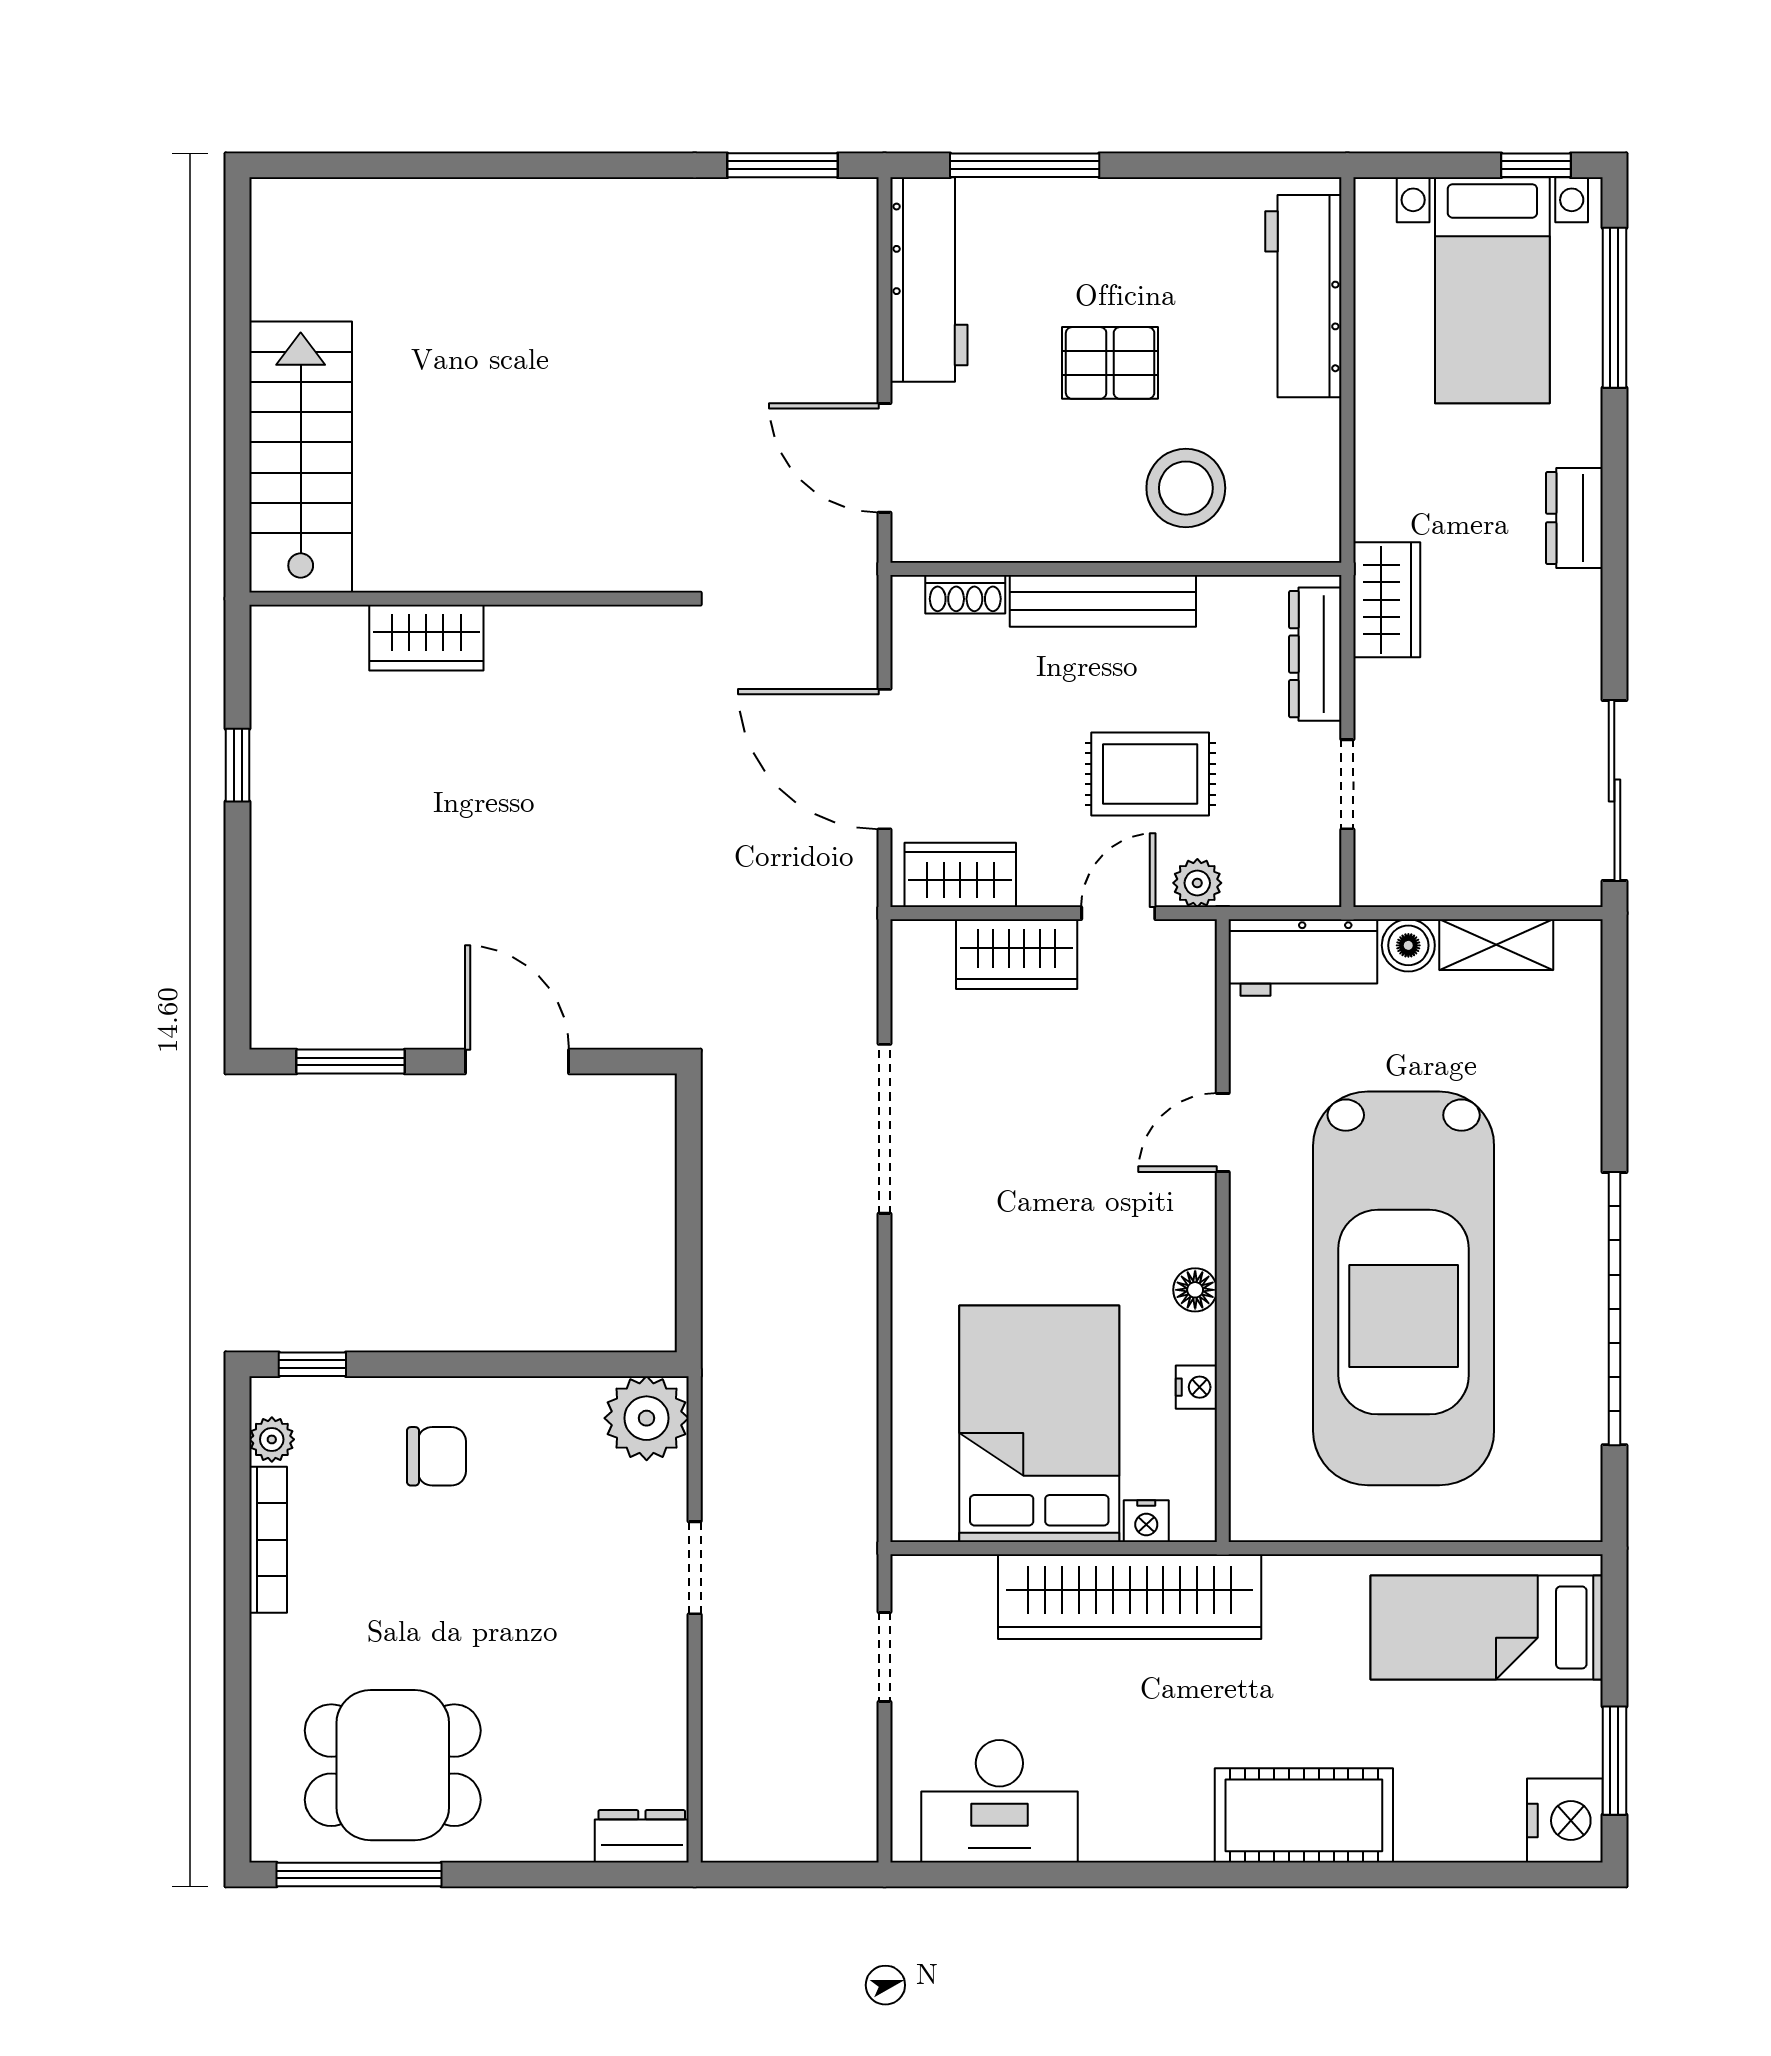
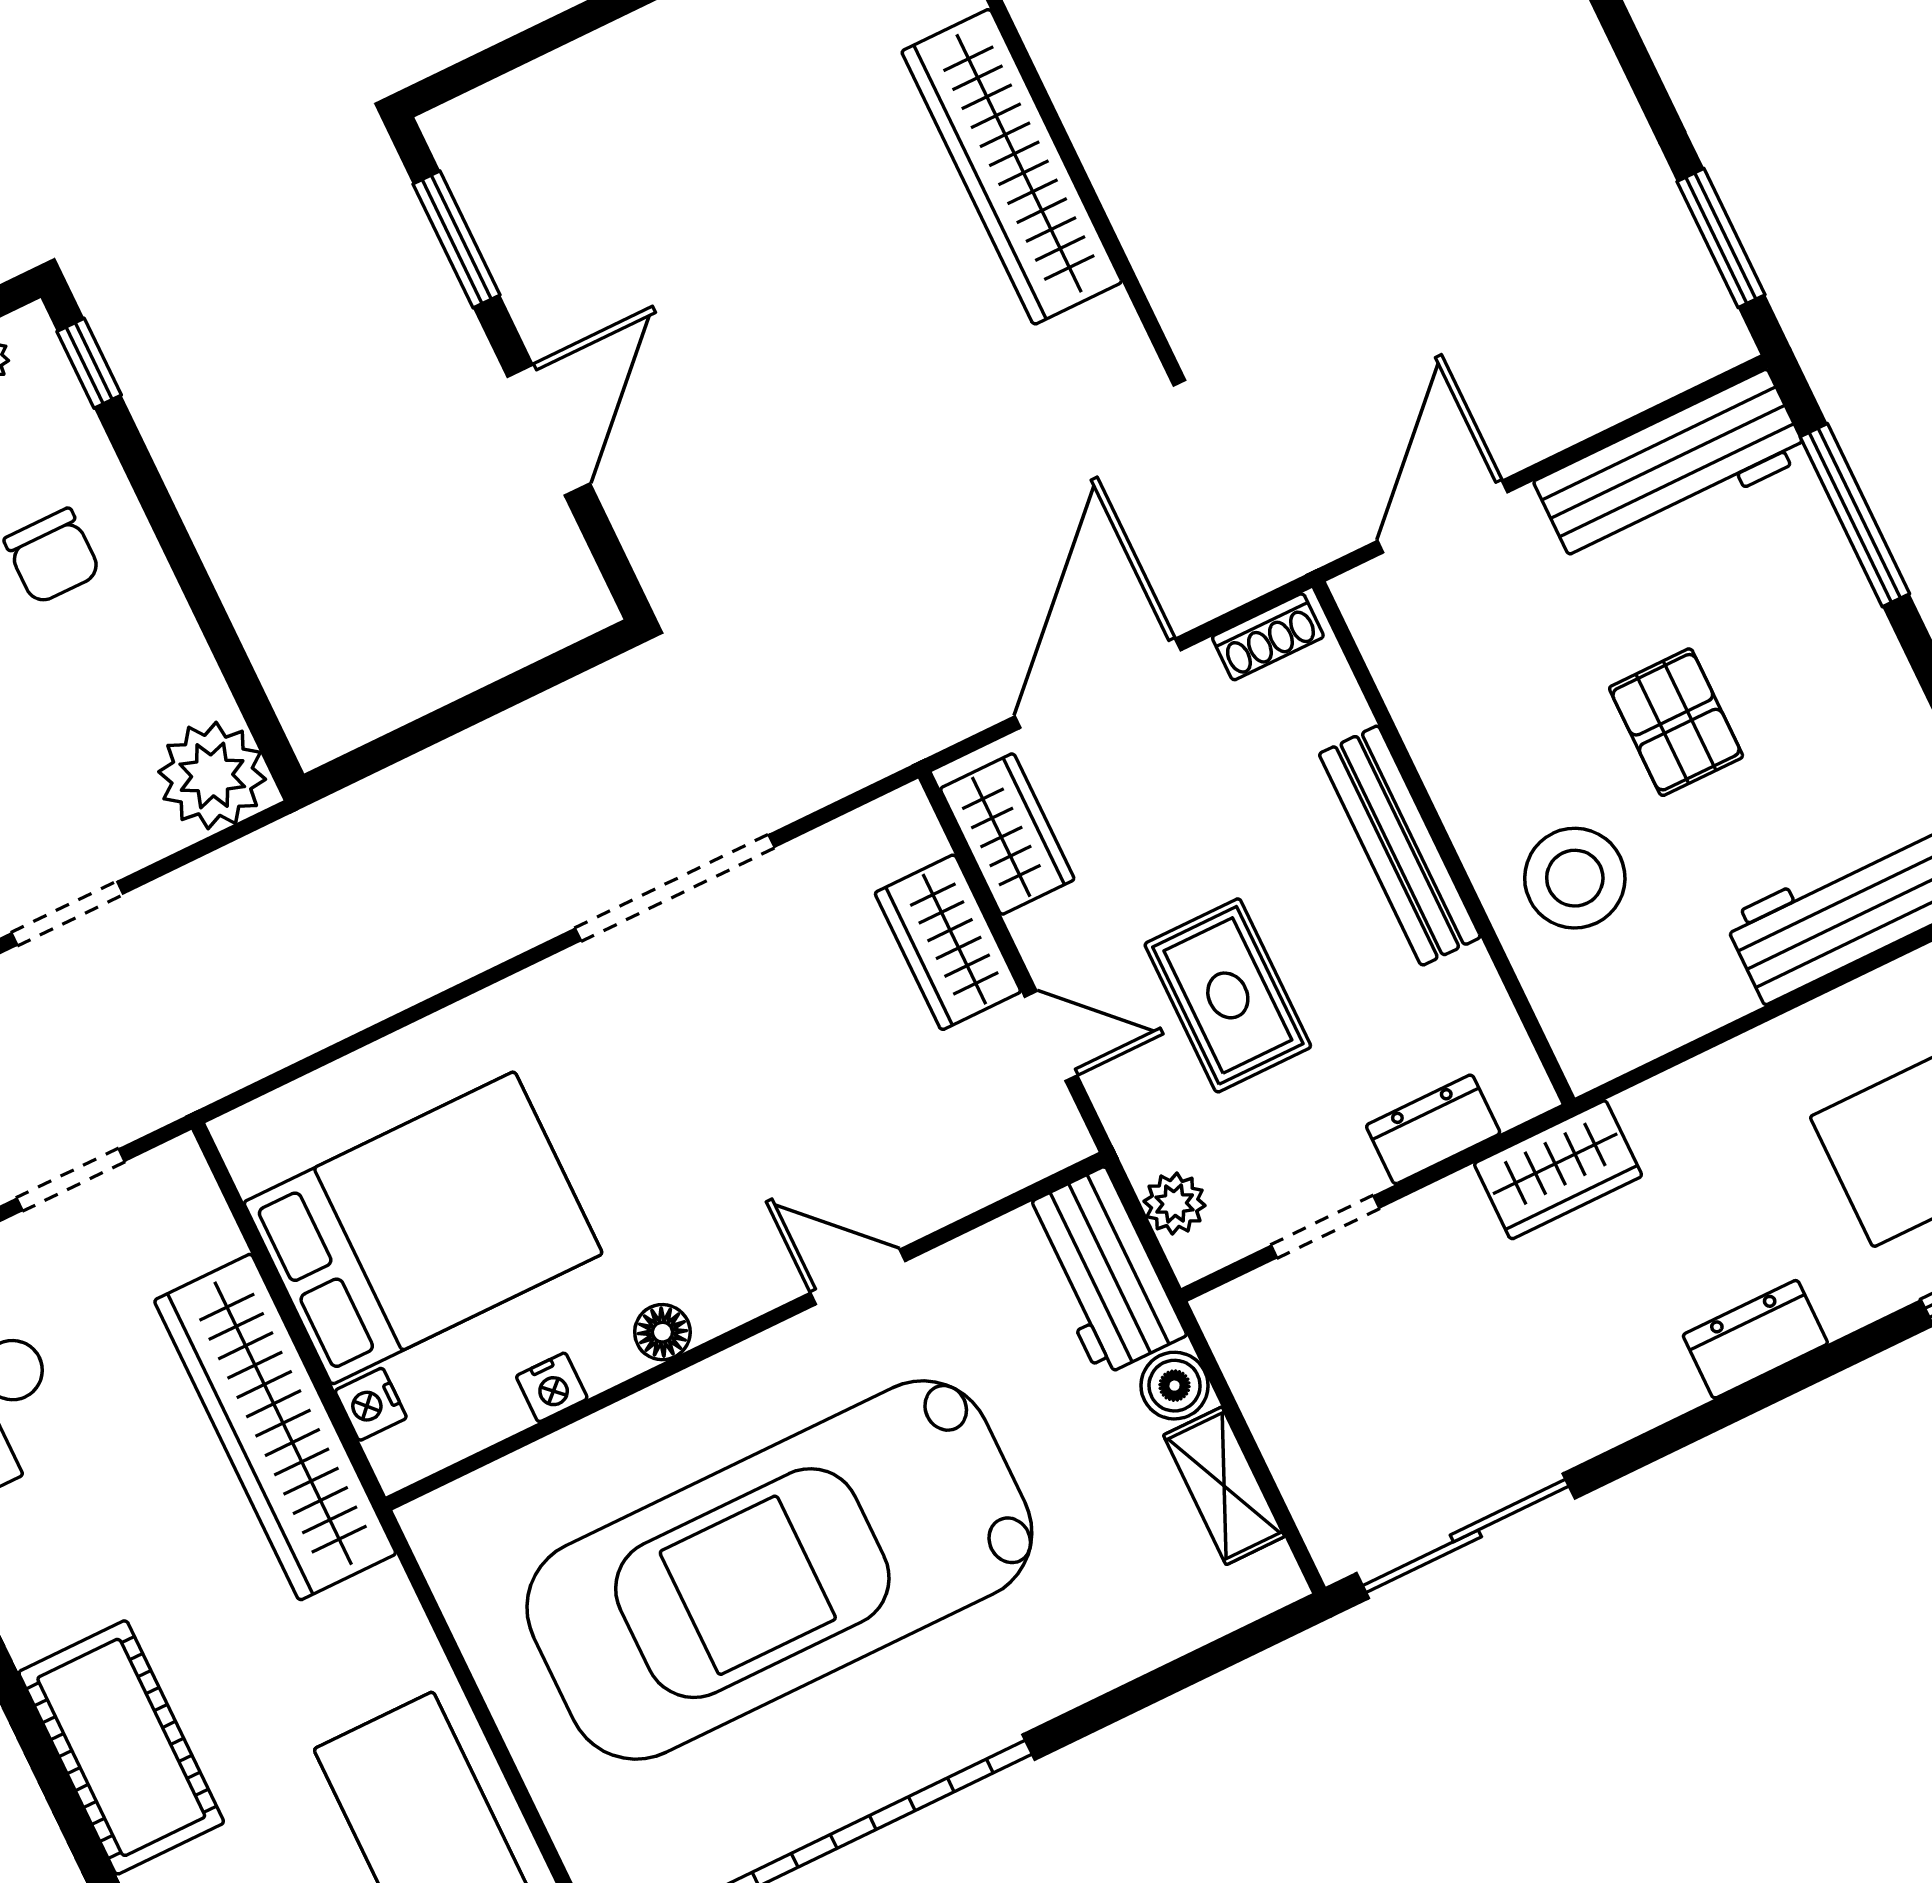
shoe rack: (965, 594) -> (1268, 637), moved, turned -90
wardrobe: (426, 638) -> (1012, 167), width x2.10, depth x1.17
dresser: (1315, 654) -> (1433, 1129), width x0.70
plant: (1197, 883) -> (1175, 1203), moved

